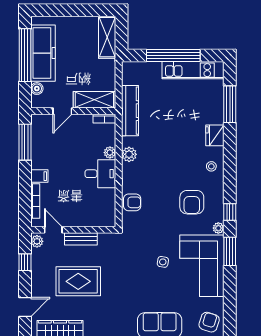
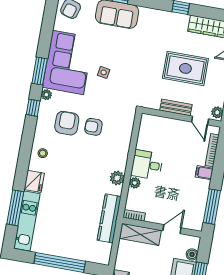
kitchen unit: (193, 70) -> (27, 221), moved, turned 90
armchair: (132, 202) -> (93, 127), moved

